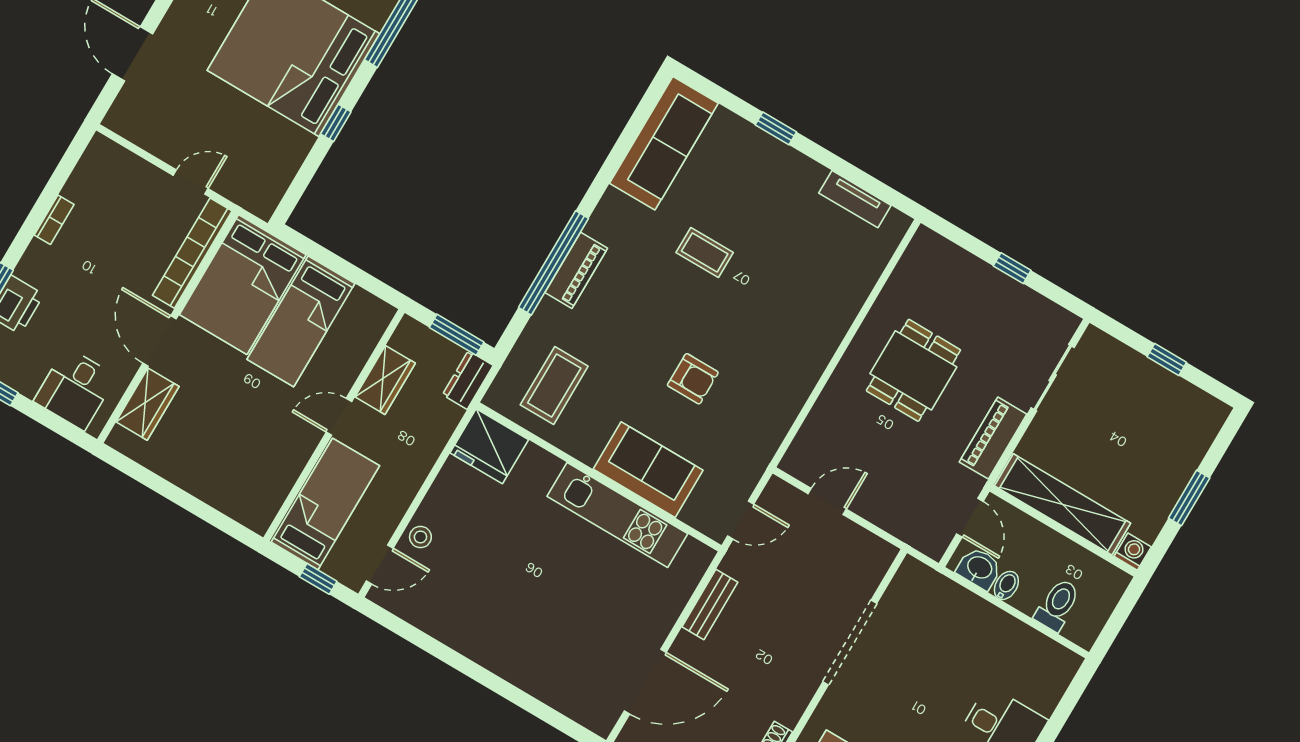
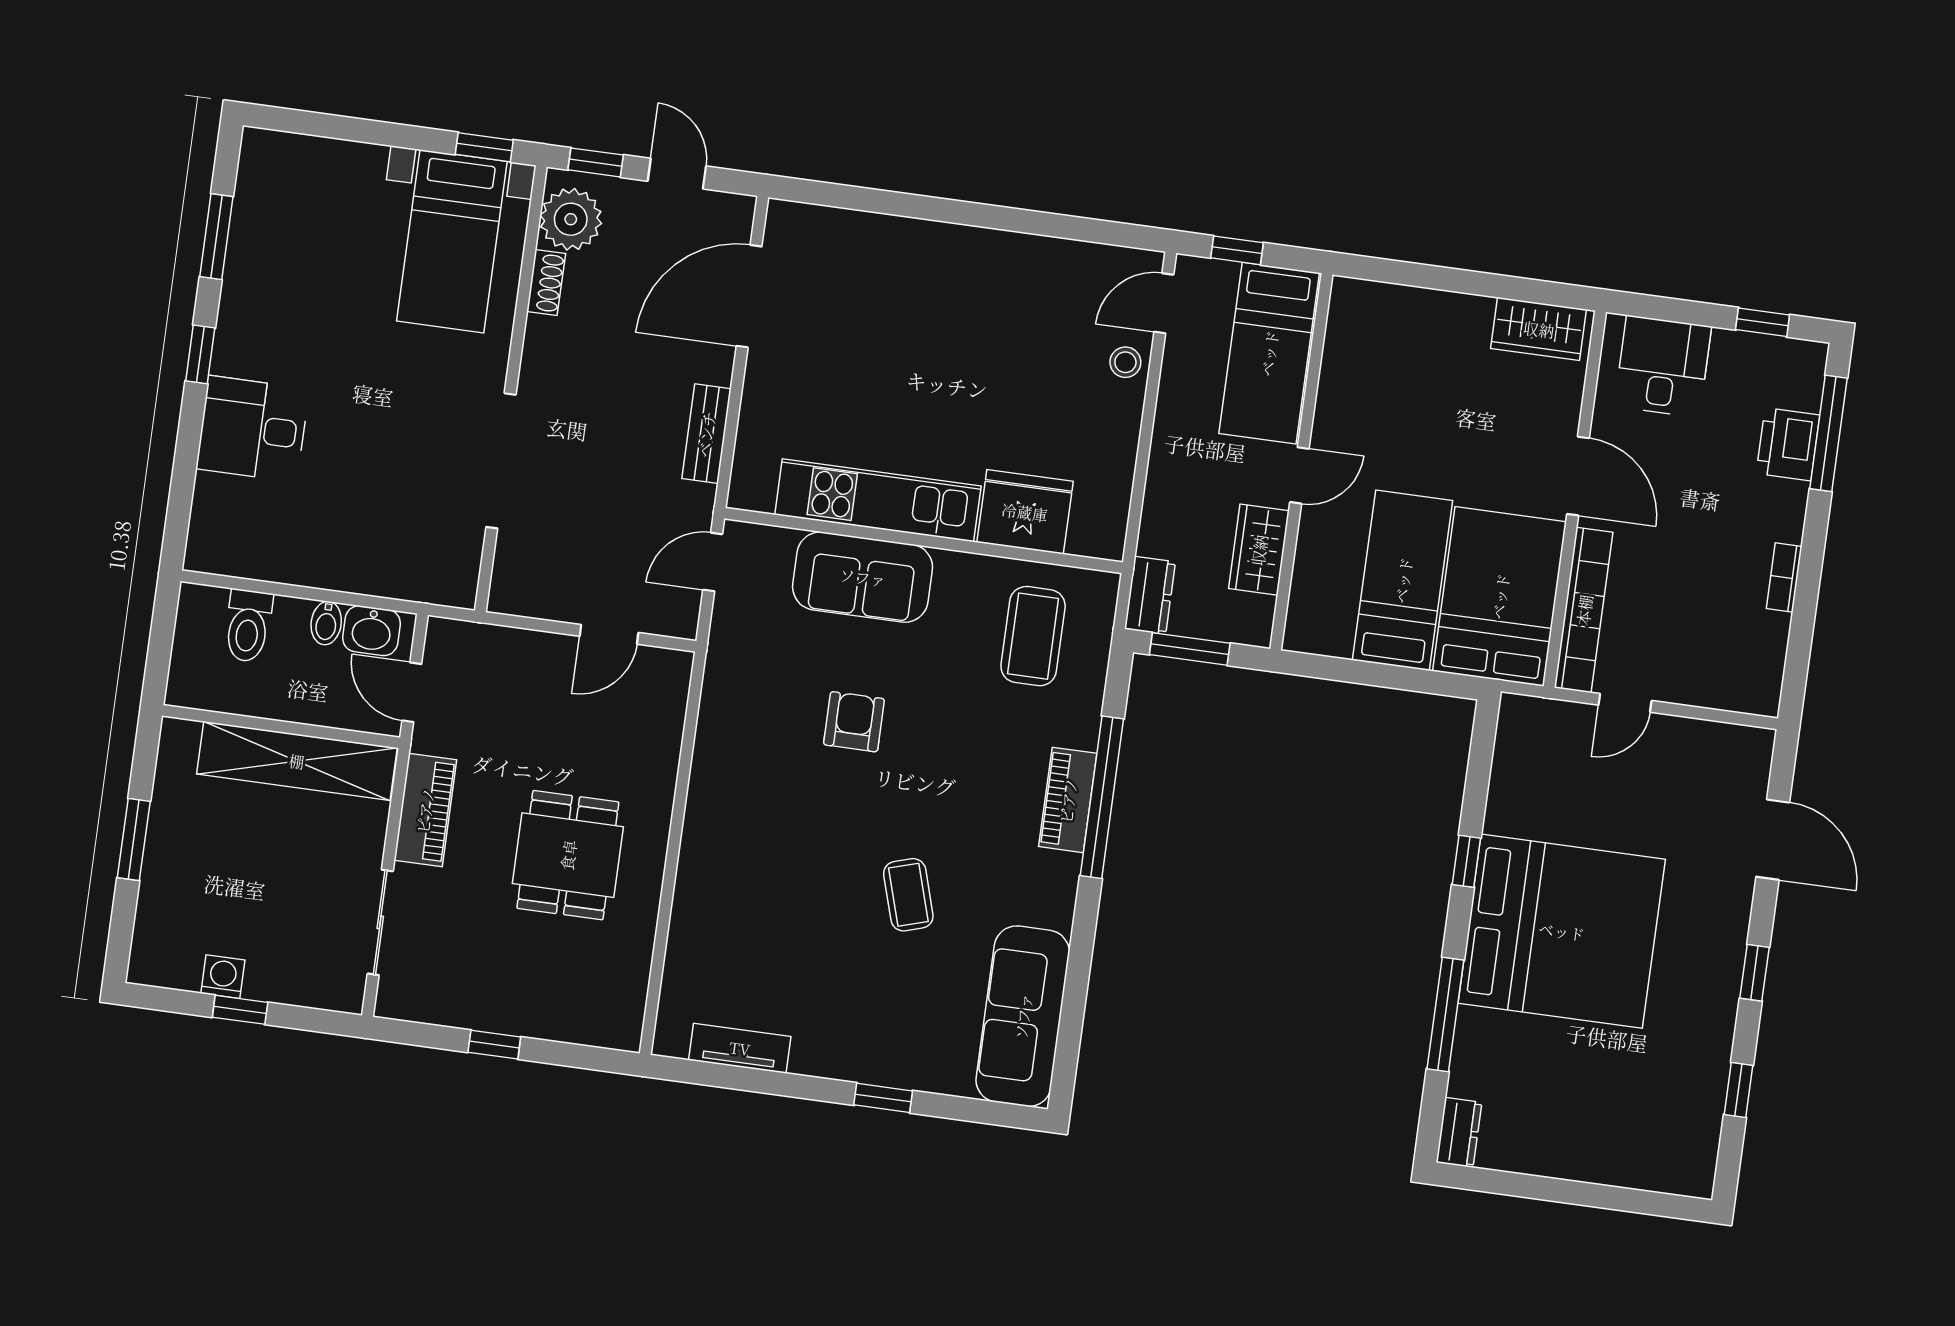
coffee table: (705, 253) -> (908, 895), turned 73
armchair: (693, 379) -> (854, 722), turned 90
wardrobe: (148, 404) -> (1539, 329), moved, turned -90
fridge: (489, 446) -> (1025, 512), moved
washing machine: (1133, 552) -> (223, 977), moved, turned 180

